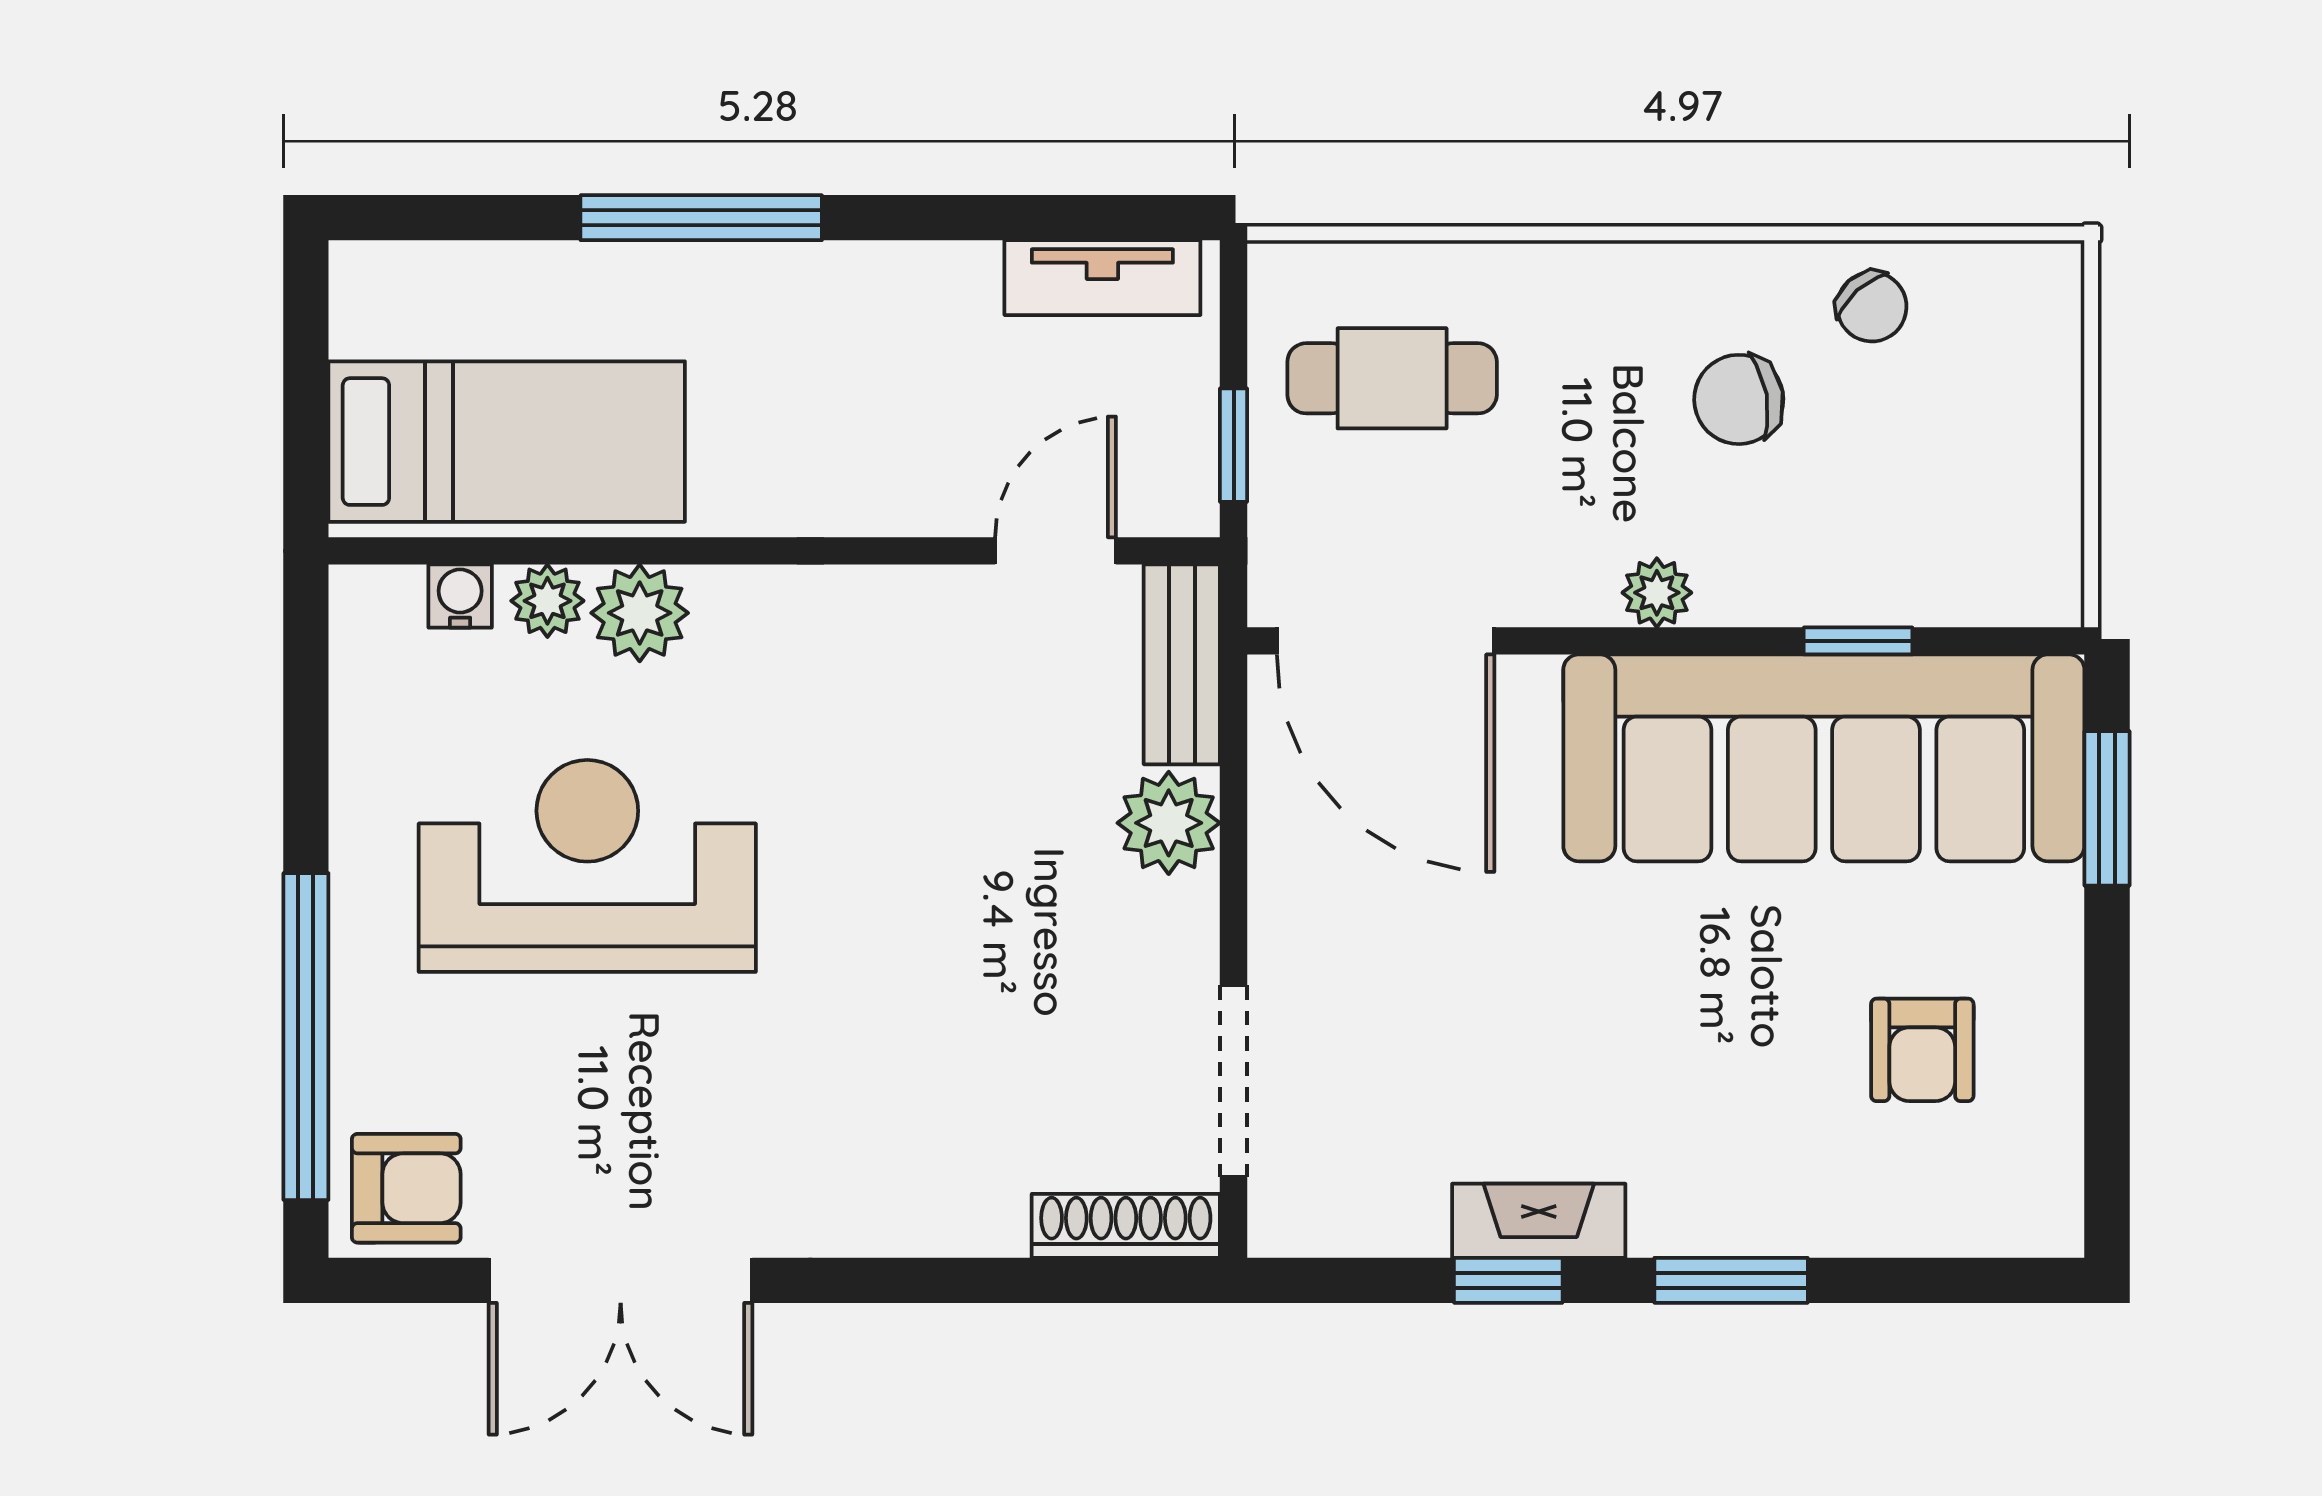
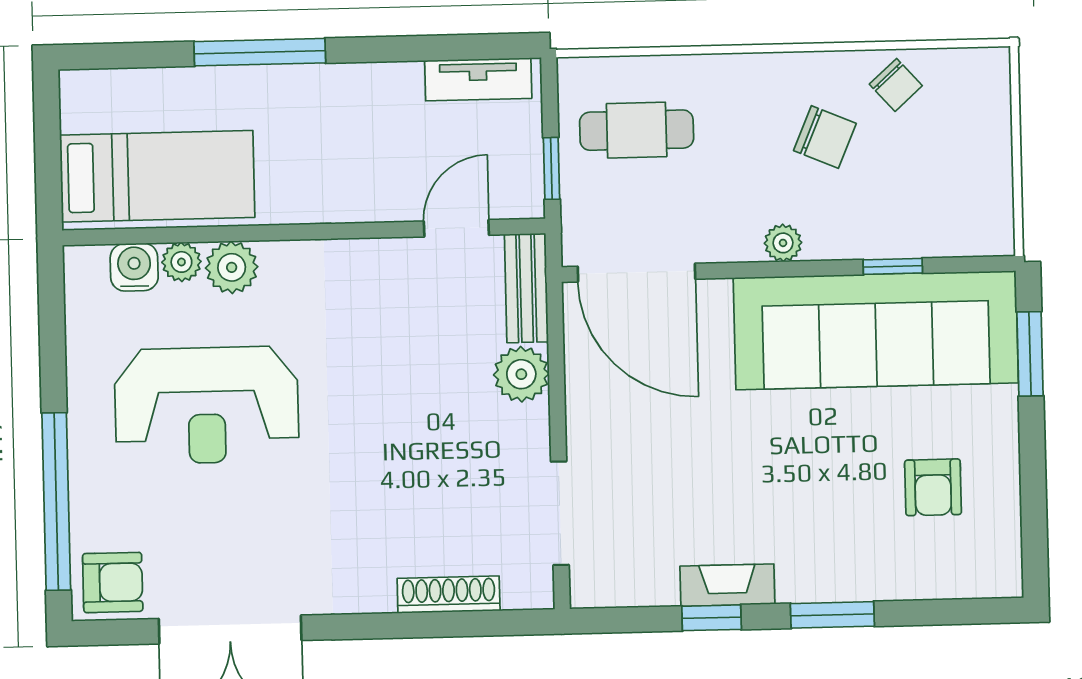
chair: (1739, 399) -> (825, 137), turned -147
water cooler: (460, 596) -> (134, 267), width x1.38, depth x1.38
reception desk: (587, 866) -> (207, 405), turned 180
shoe rack: (1126, 1226) -> (449, 595), moved

